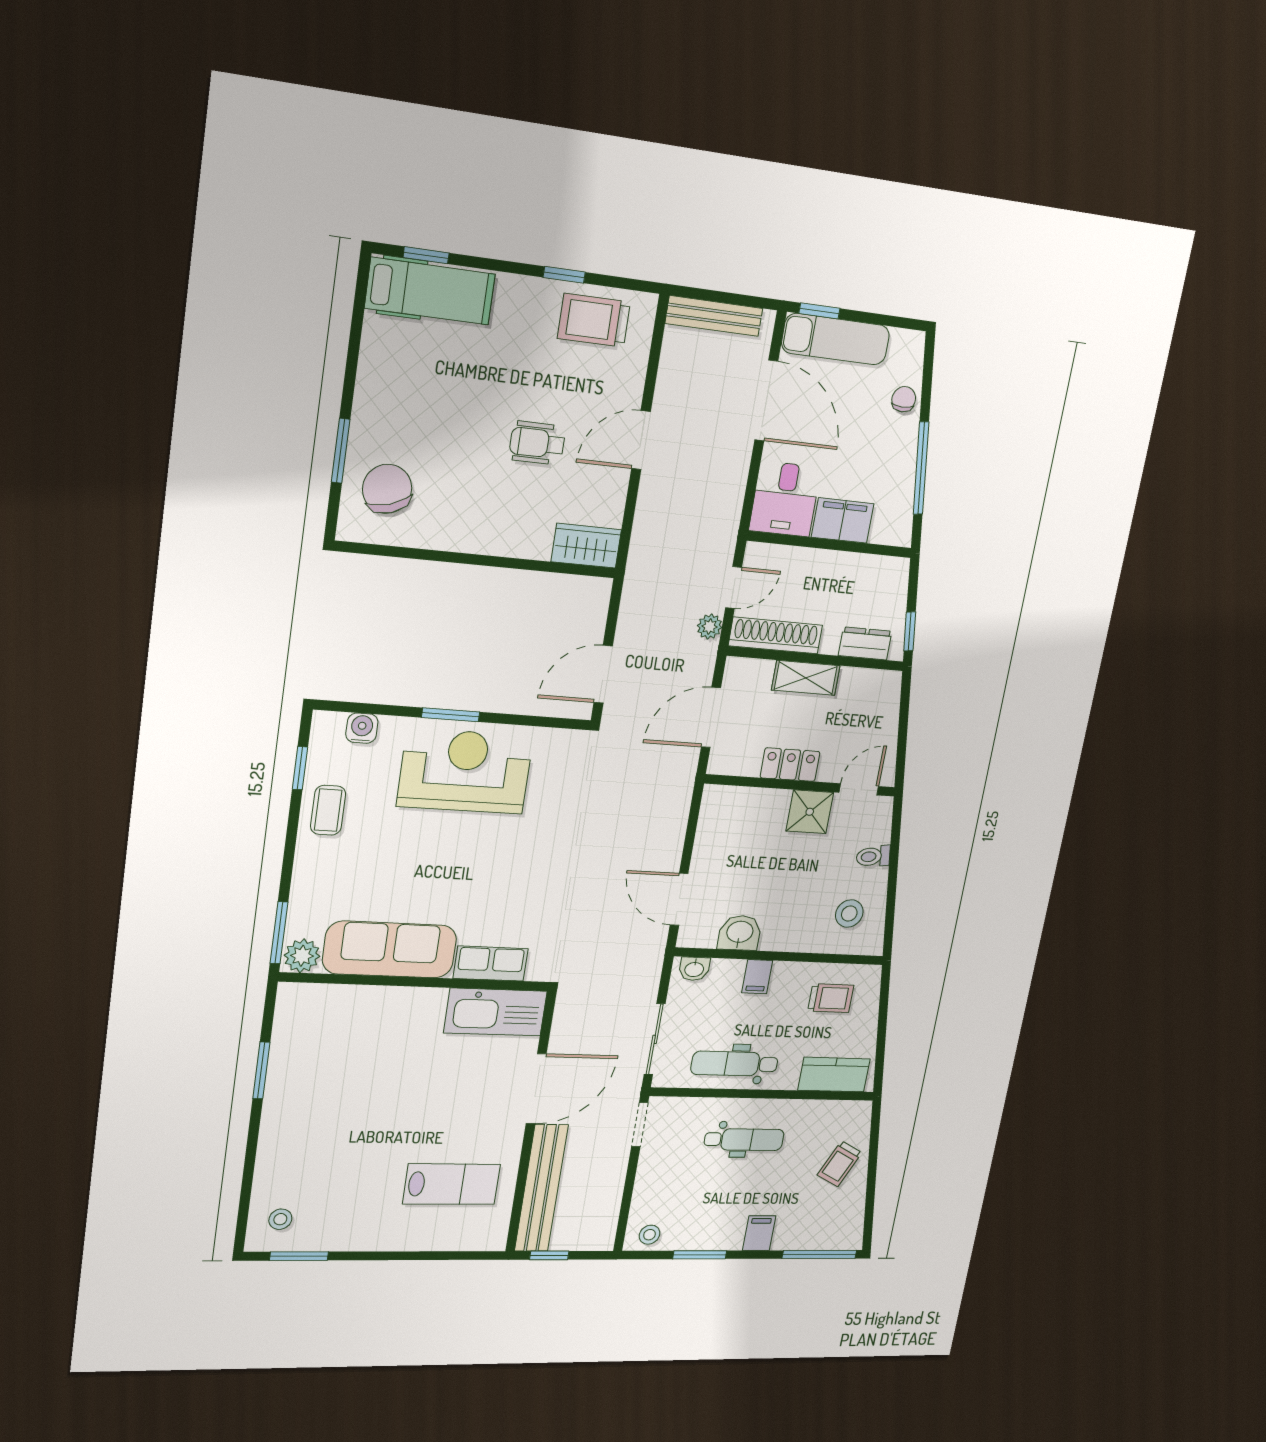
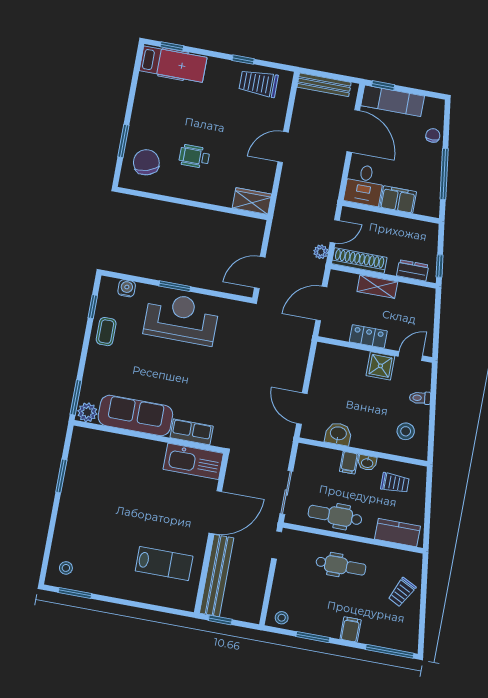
wheelchair: (537, 443) -> (194, 156), moved
washbasin: (694, 969) -> (367, 463), moved

